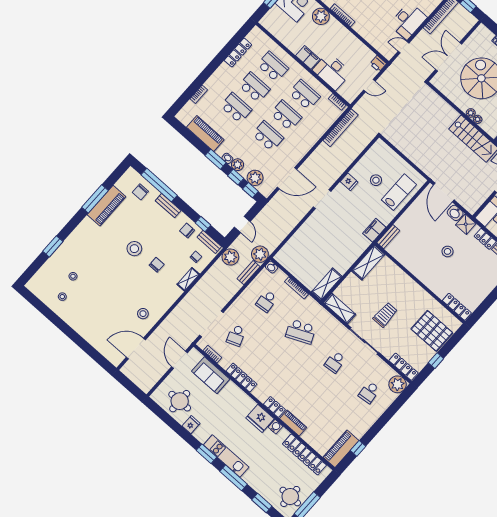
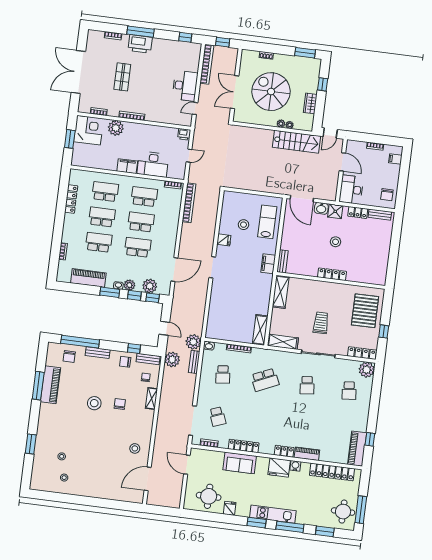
locker: (457, 307) -> (332, 274), moved
pallet: (432, 331) -> (365, 311), turned 90
sofa: (211, 375) -> (240, 463), moved

